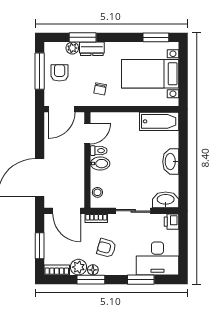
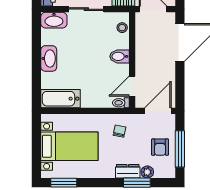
toilet: (99, 151) -> (121, 103), moved

